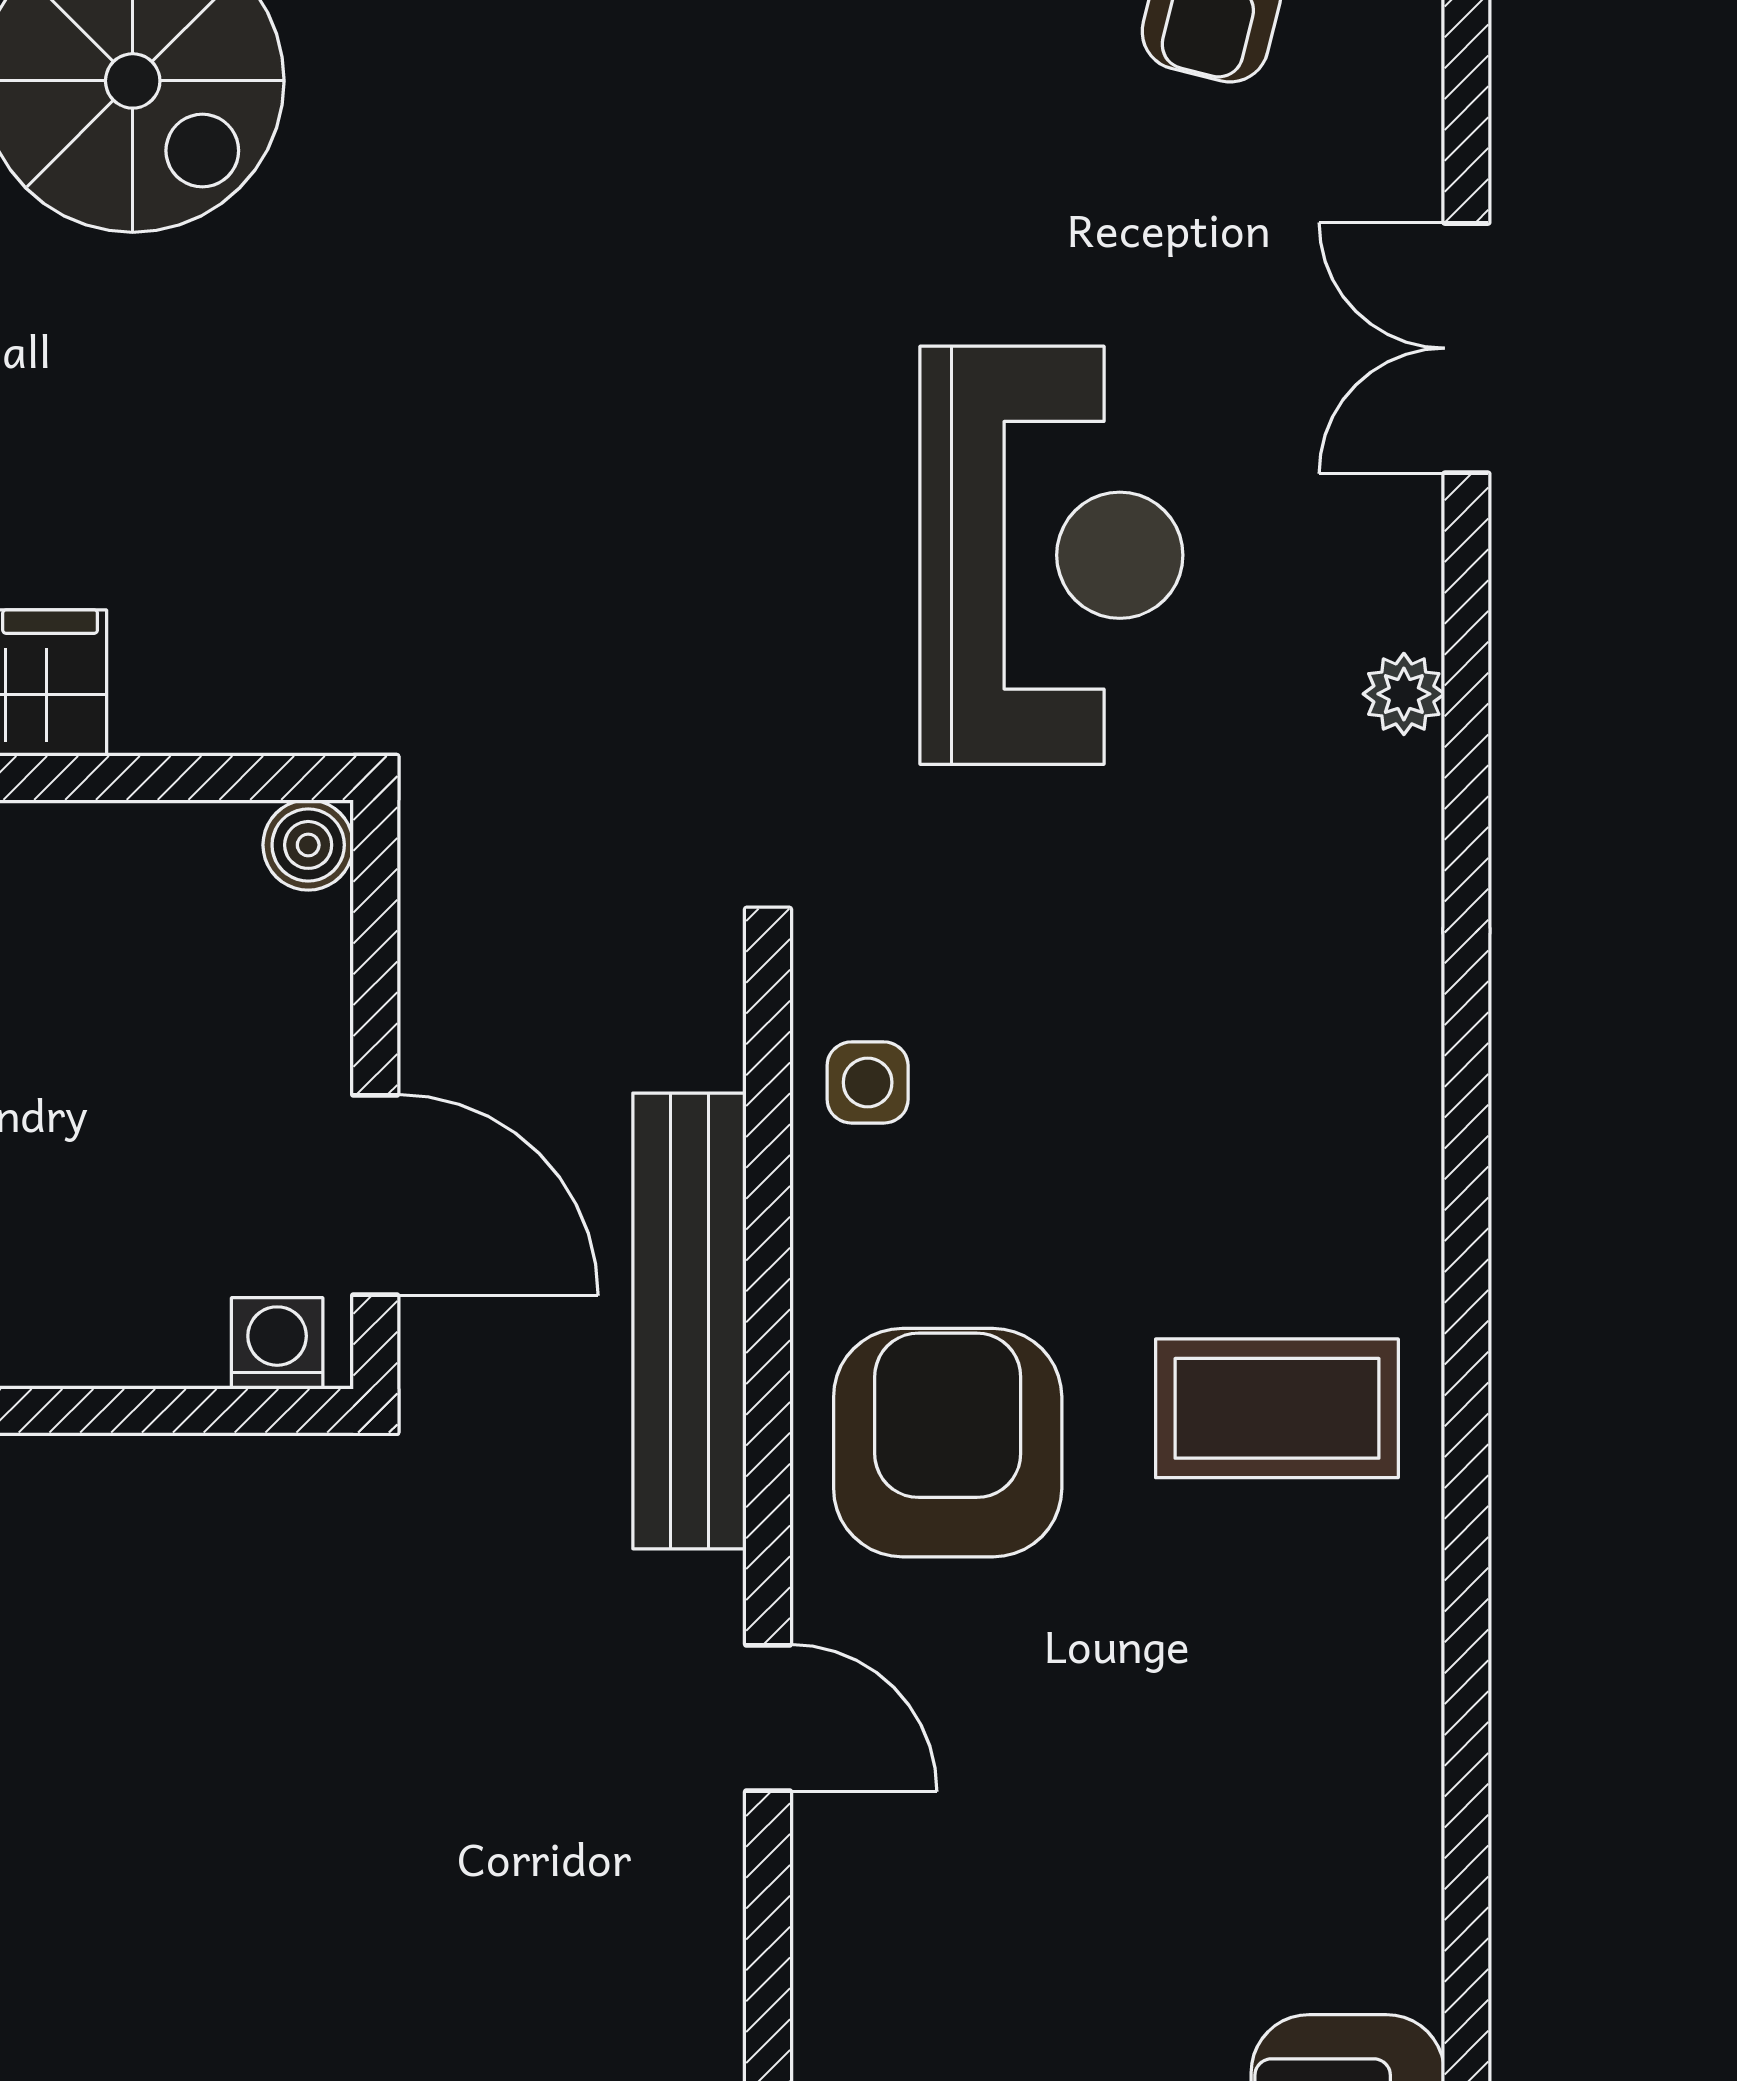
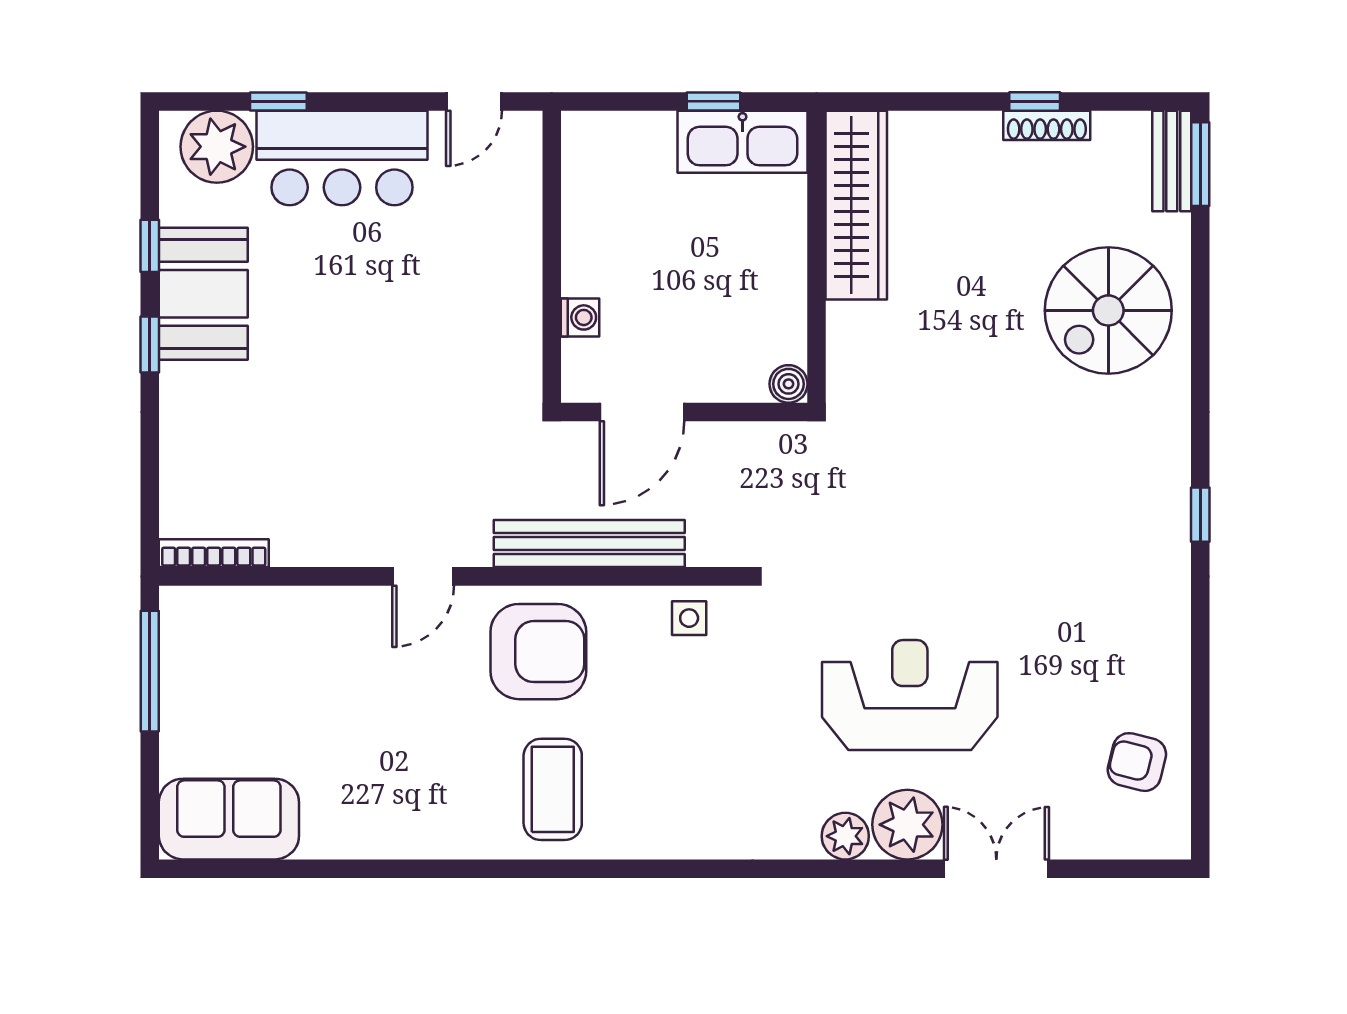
reception desk: (1051, 555) -> (910, 695), turned 180
plant: (1361, 561) -> (907, 825), added
plant: (1404, 694) -> (845, 836), width x1.38, depth x1.38
washing machine: (277, 1343) -> (580, 317), moved

